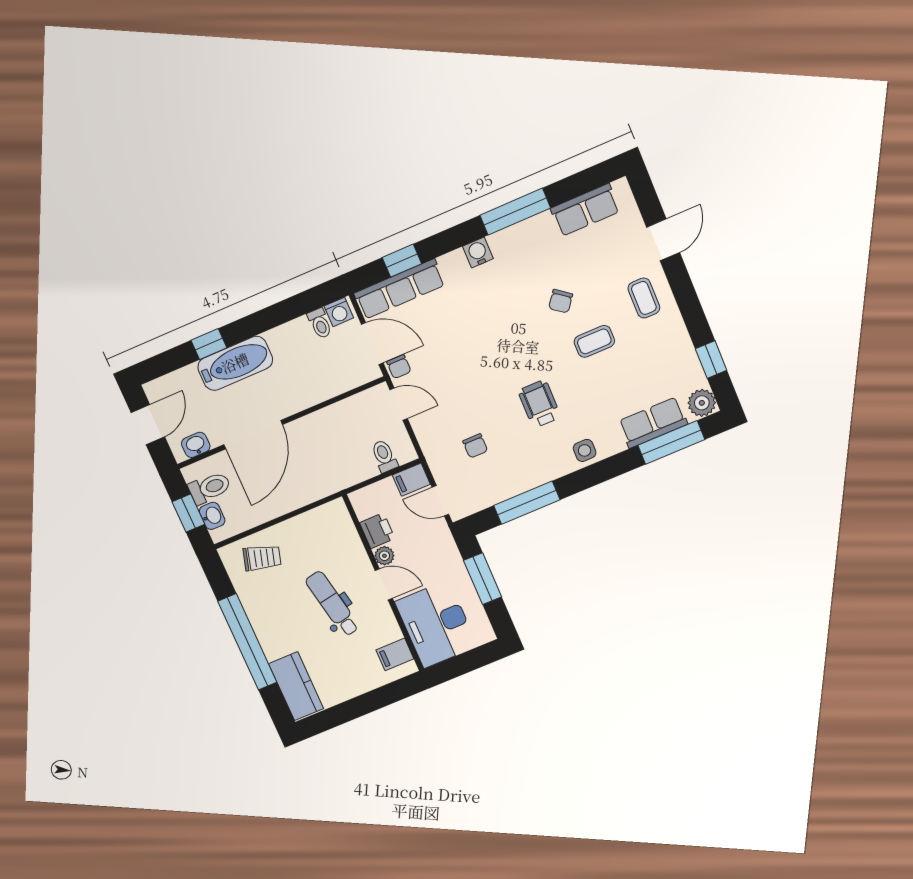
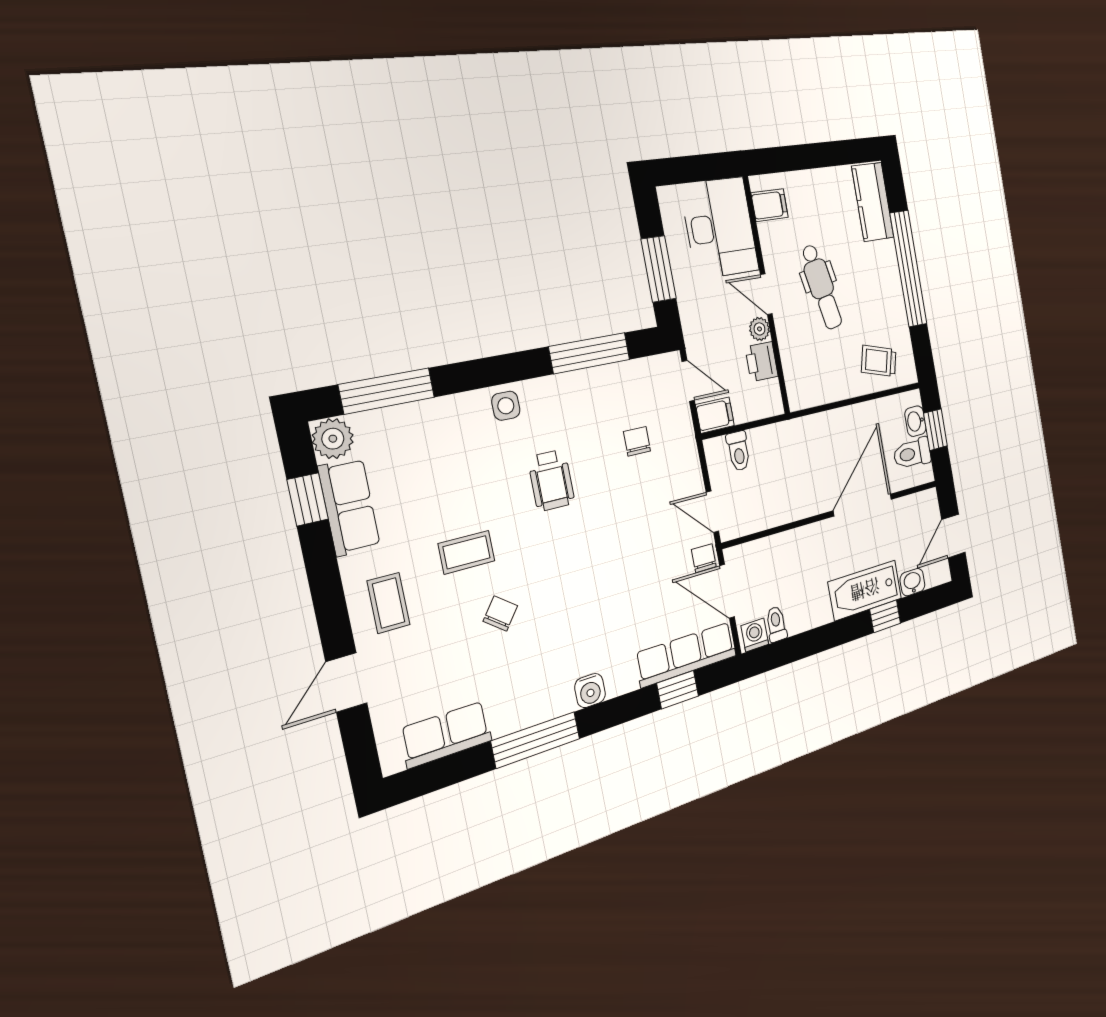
row of seats: (653, 423) -> (349, 507), moved, turned -90
washbasin: (196, 445) -> (912, 582), moved, turned 180

